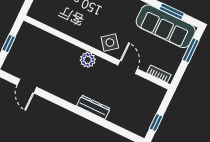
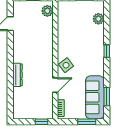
plant: (88, 60) -> (47, 11), moved
window: (156, 123) -> (42, 122), moved

